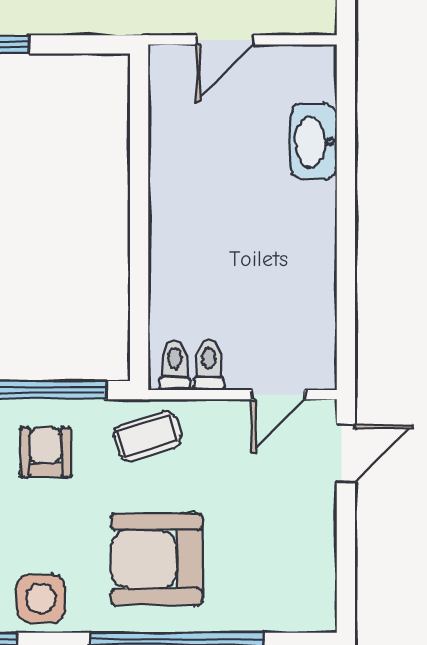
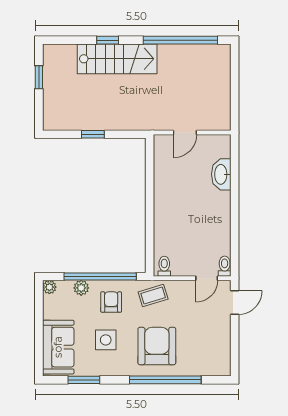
toilet: (209, 365) -> (225, 266), moved
armchair: (157, 559) -> (157, 346), turned 90
side table: (41, 598) -> (106, 340), moved

